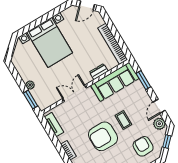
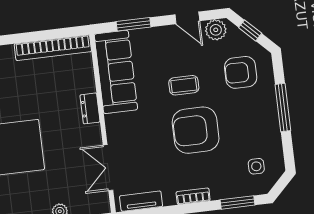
dresser: (99, 72) -> (90, 108), moved
double door: (74, 93) -> (108, 168), moved
armchair: (103, 136) -> (196, 130), turned 90

